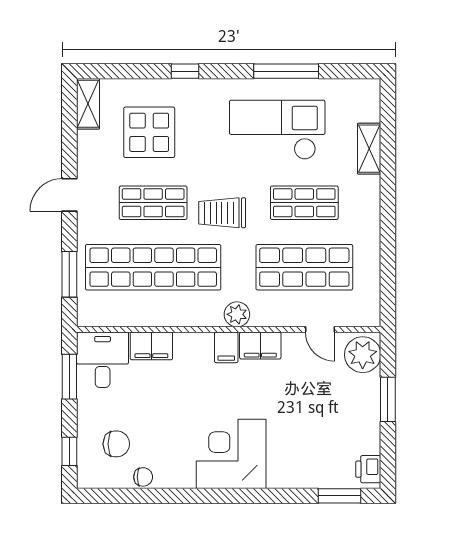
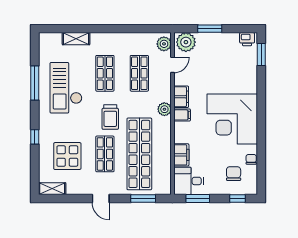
shop shelf: (304, 267) -> (139, 73), width x0.70, depth x0.74
plant: (359, 313) -> (164, 44), added
corner desk: (231, 454) -> (232, 119), width x1.36, depth x1.36

